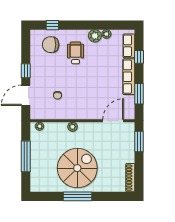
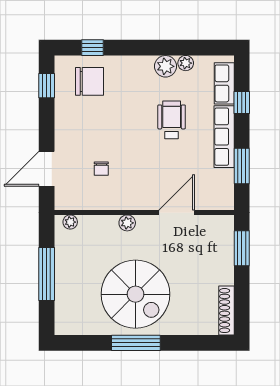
chair: (51, 45) -> (90, 81), turned 180
wheelchair: (76, 53) -> (172, 120), moved
window: (26, 71) -> (47, 86), moved
door: (113, 121) -> (177, 213), moved
spiral stairs: (77, 168) -> (135, 294), turned 90

